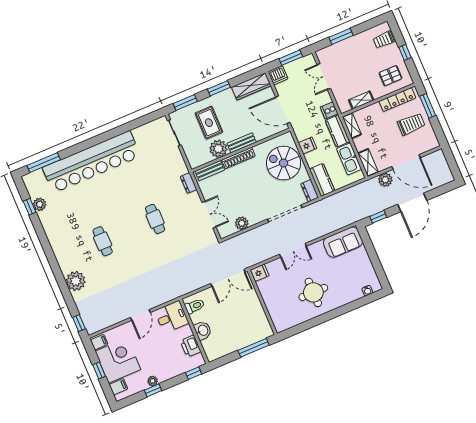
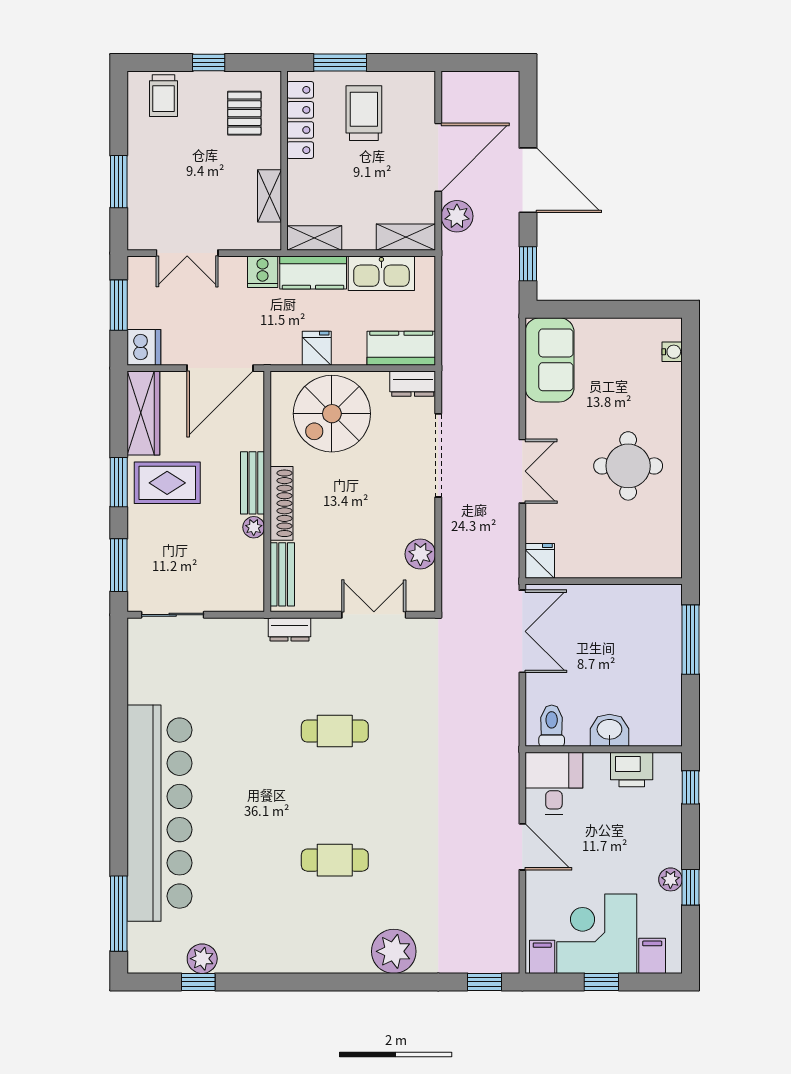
rug: (209, 123) -> (167, 483), moved
plant: (218, 149) -> (254, 527), width x0.53, depth x0.53

